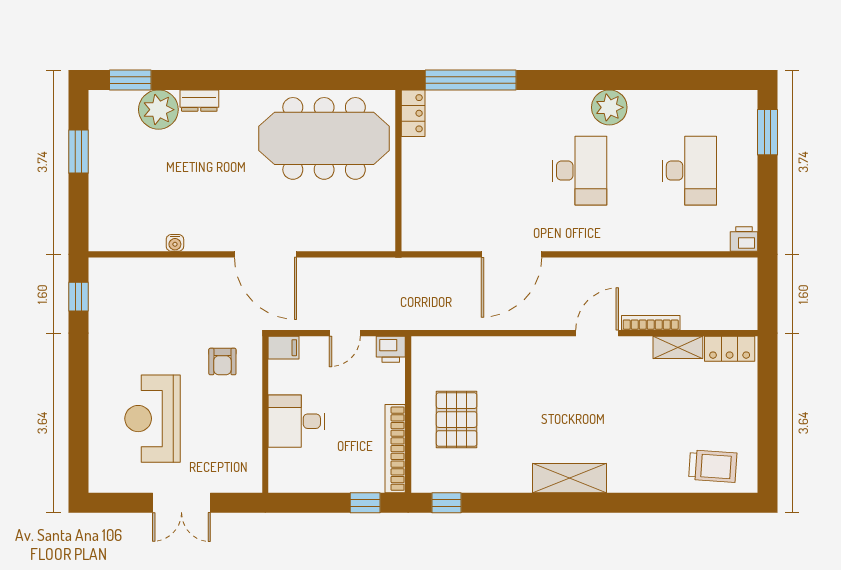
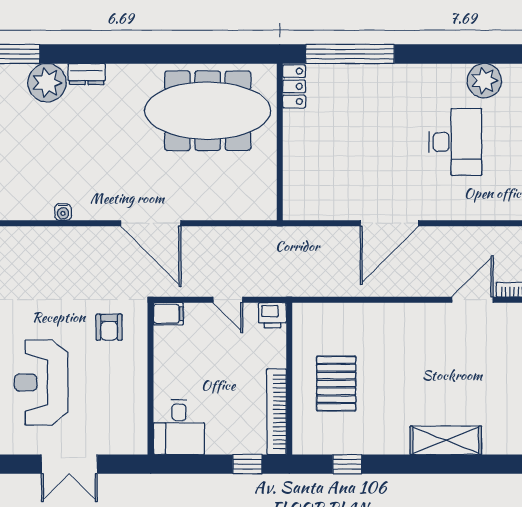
door: (345, 333) -> (228, 300), hinge flipped
desk: (296, 421) -> (179, 427), moved, turned -90
window: (446, 503) -> (347, 464), moved

